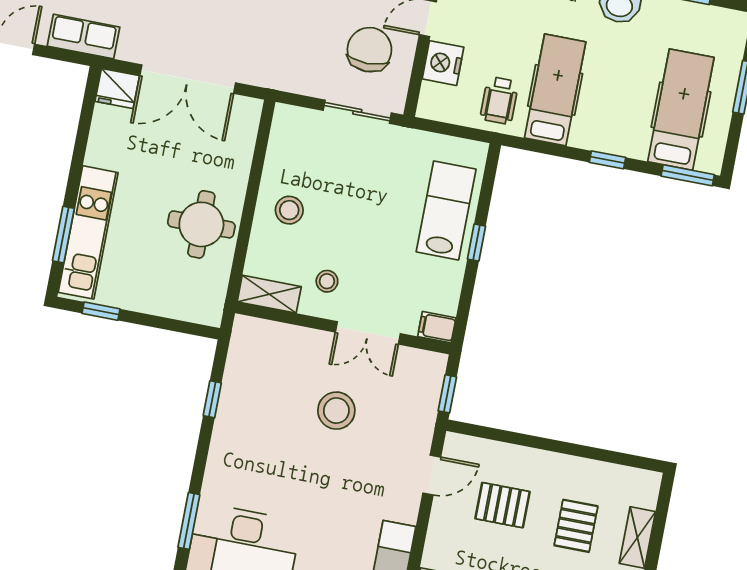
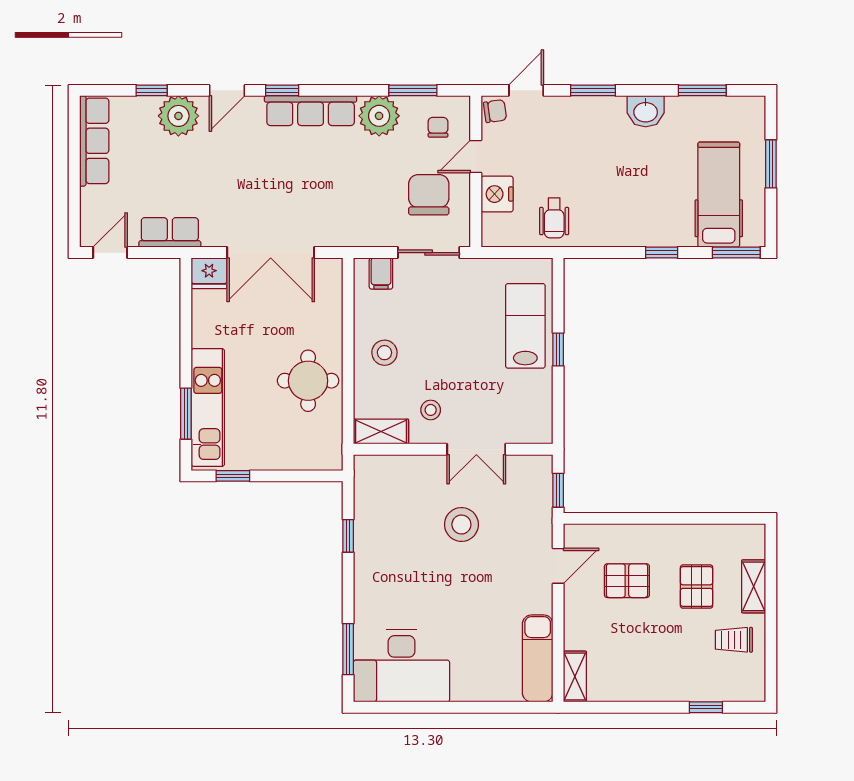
hospital bed: (555, 90) -> (602, 199), removed
filing cabinet: (437, 327) -> (381, 274), moved, turned -90

